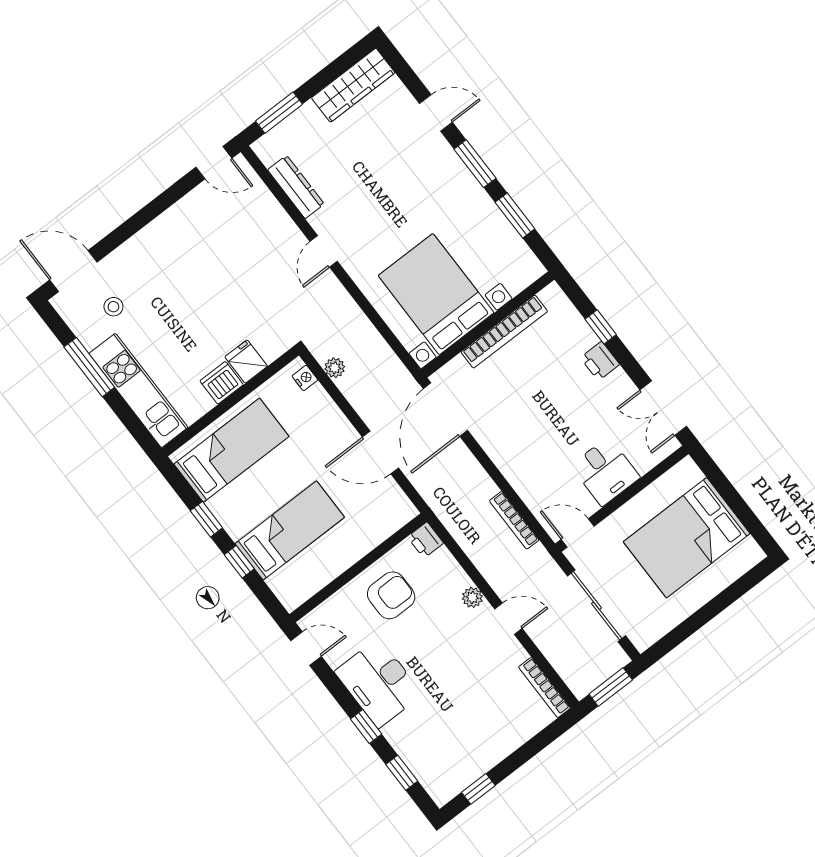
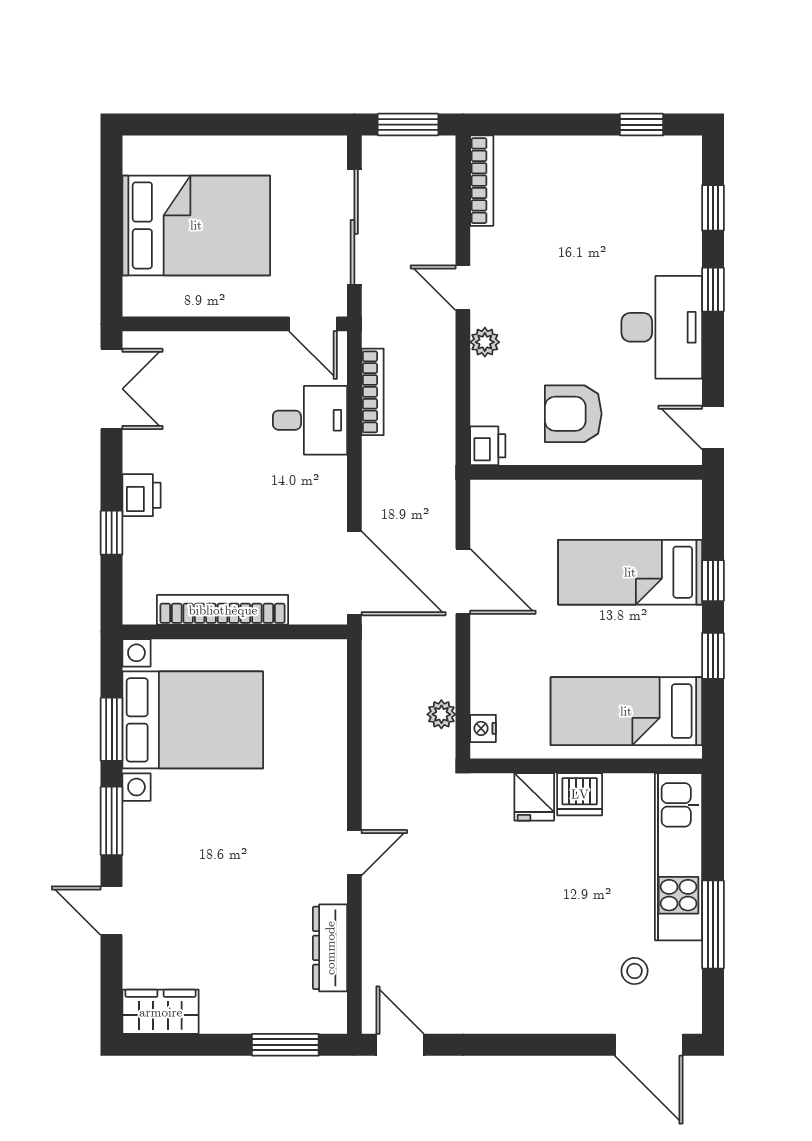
wardrobe: (353, 85) -> (161, 1012), width x0.67
bed with nightstands: (436, 294) -> (193, 720), moved, turned -90
door: (445, 410) -> (354, 573), hinge flipped
desk: (605, 471) -> (310, 420), moved, turned 90

